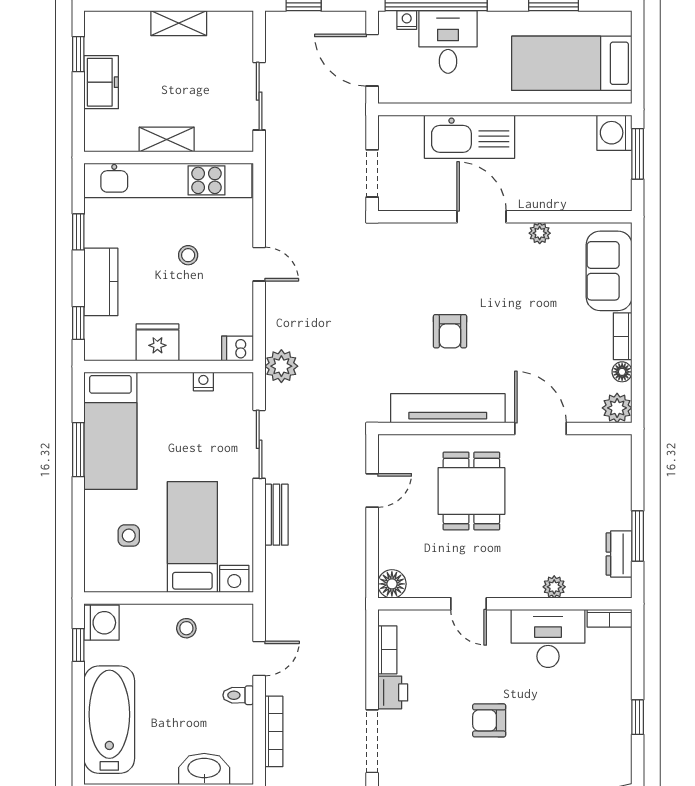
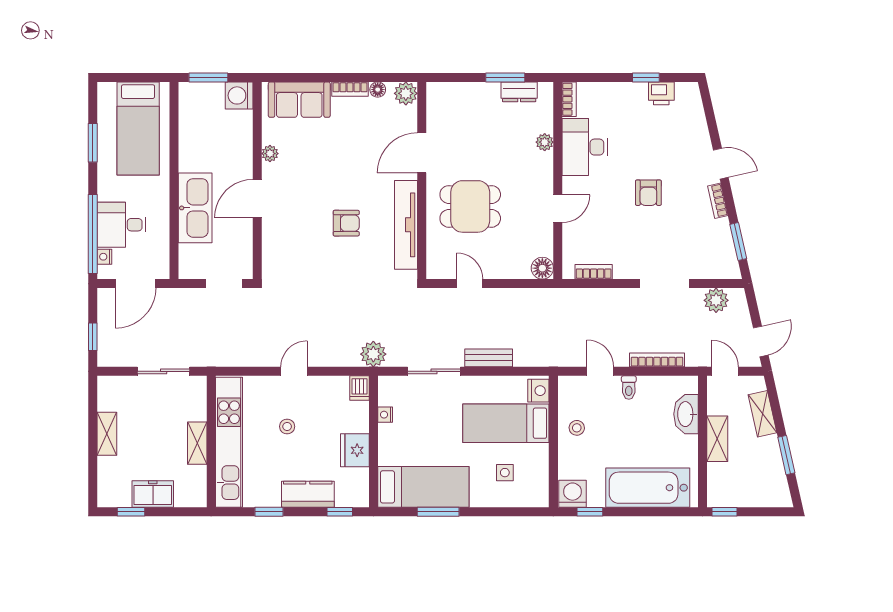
washing machine: (614, 133) -> (239, 95), moved, turned 90
printer: (393, 692) -> (661, 93), moved, turned 180

